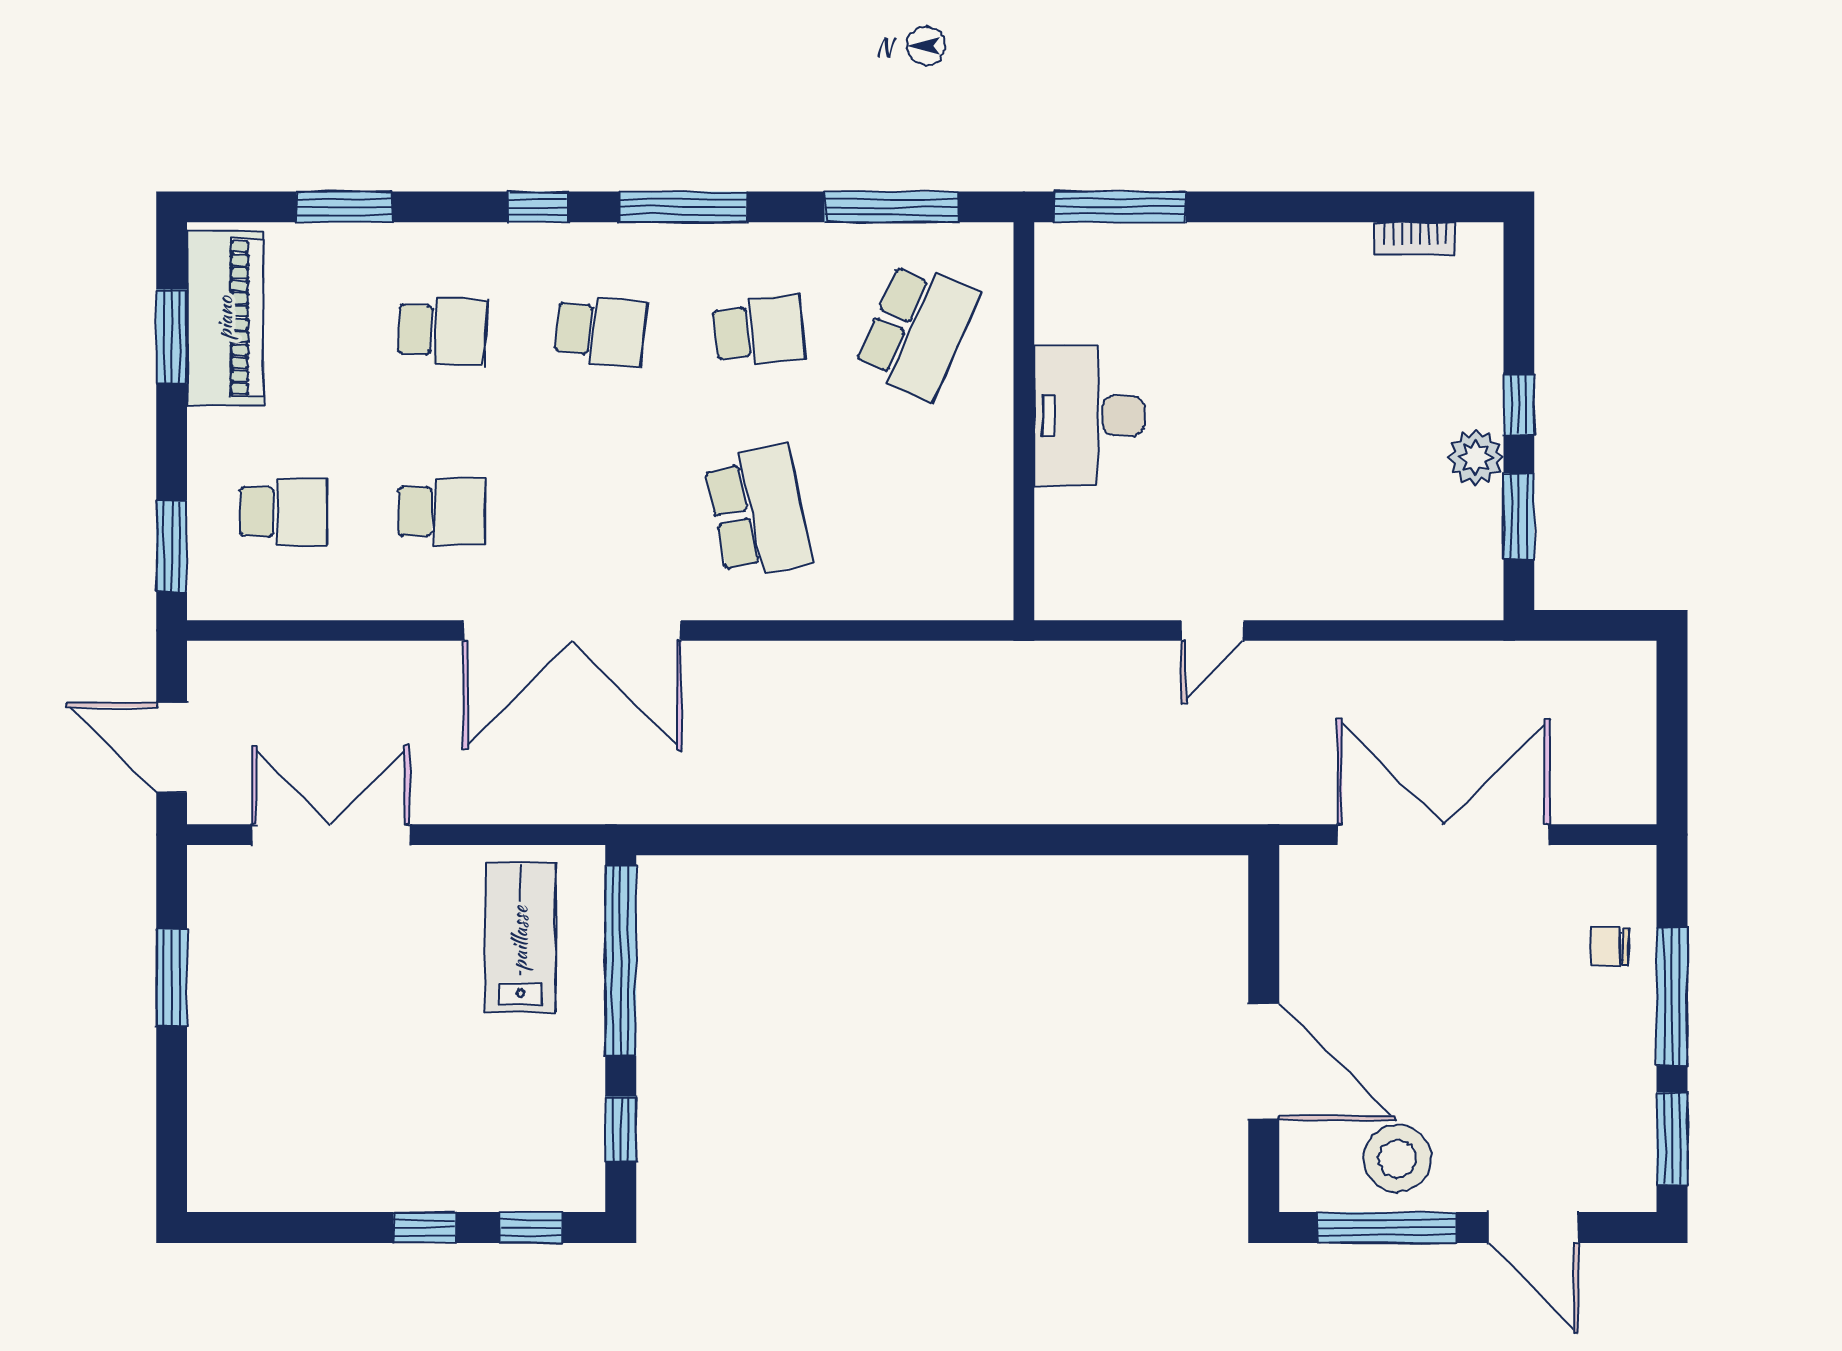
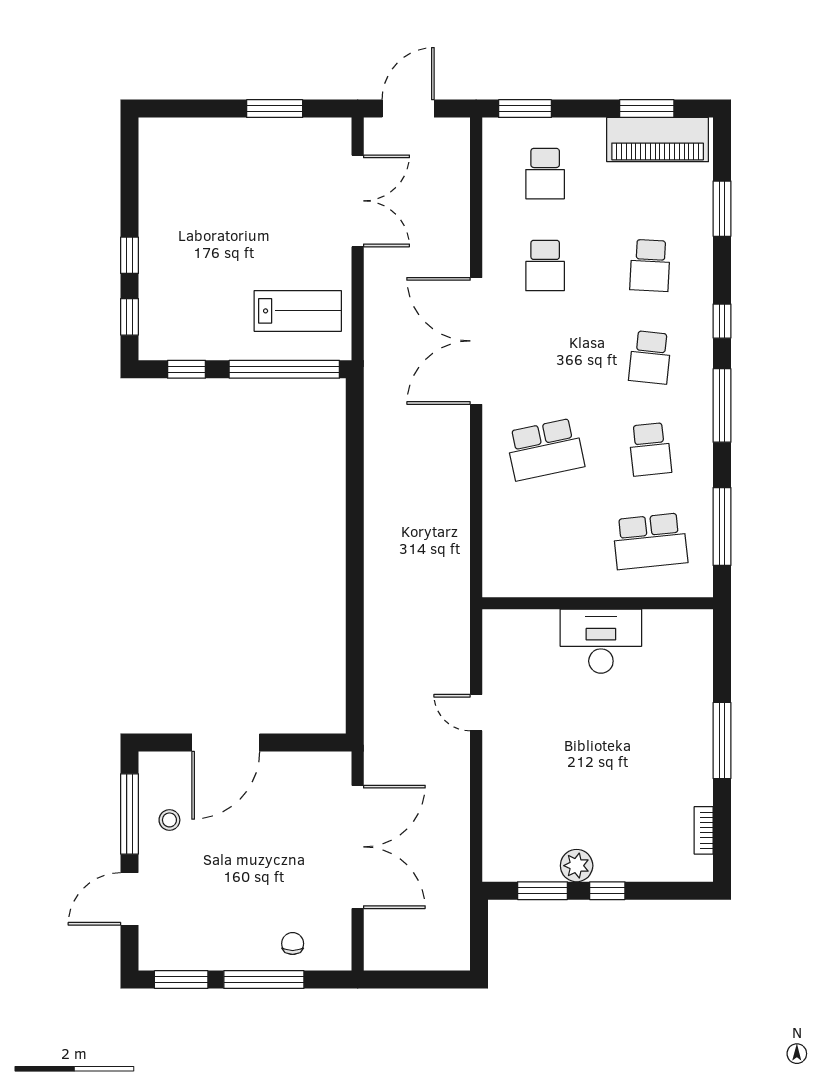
window: (1120, 207) -> (722, 740), moved
school desk: (917, 331) -> (650, 541), turned -30
stool: (1397, 1159) -> (169, 820), width x0.53, depth x0.53

